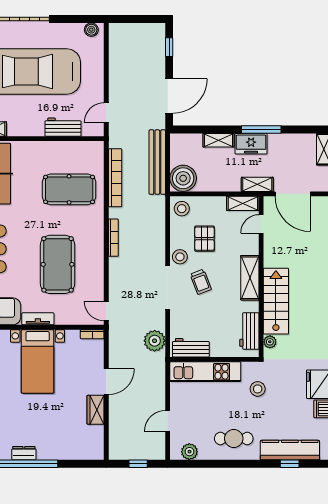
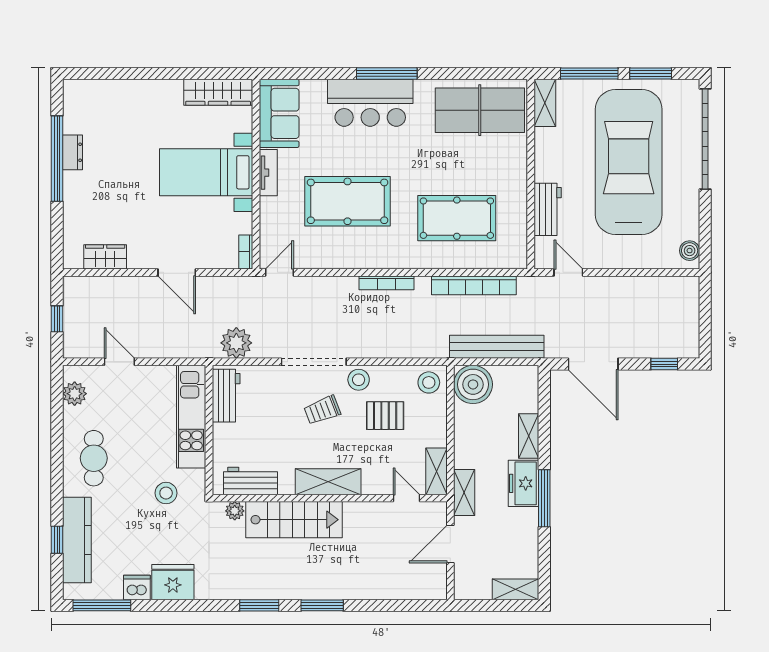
pool table: (69, 189) -> (457, 218), turned 90
door: (293, 194) -> (450, 544), width x0.73
wardrobe: (96, 410) -> (105, 257), moved

